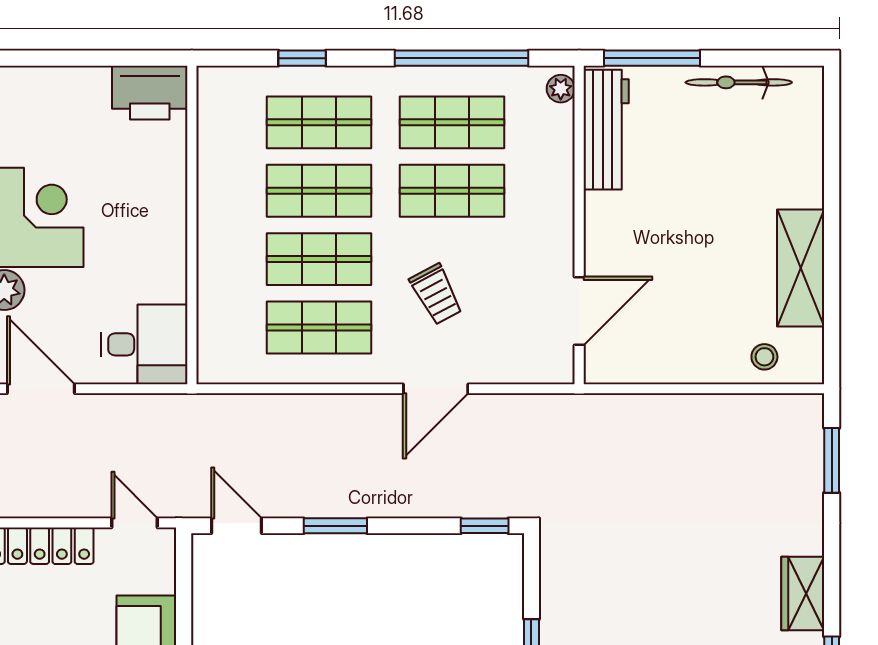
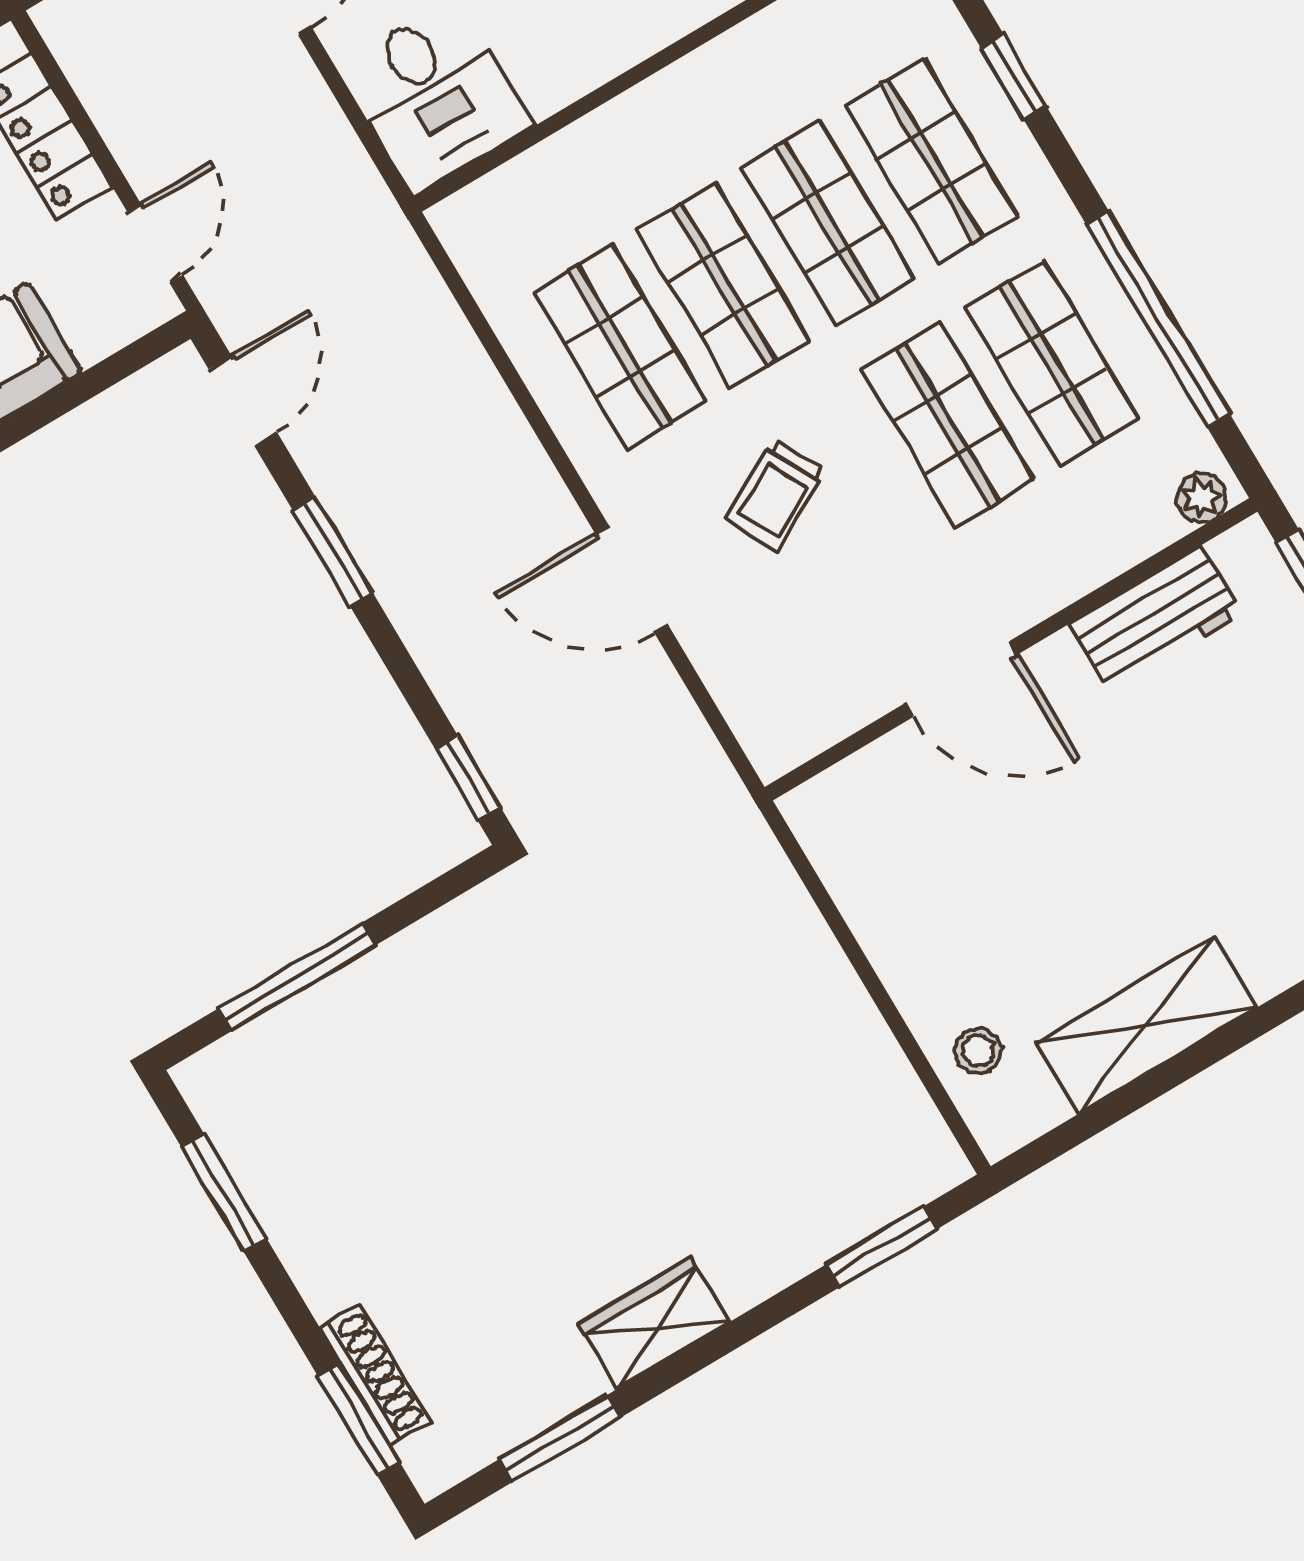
workbench: (606, 130) -> (1155, 619), width x0.73
door: (579, 311) -> (961, 679), moved

